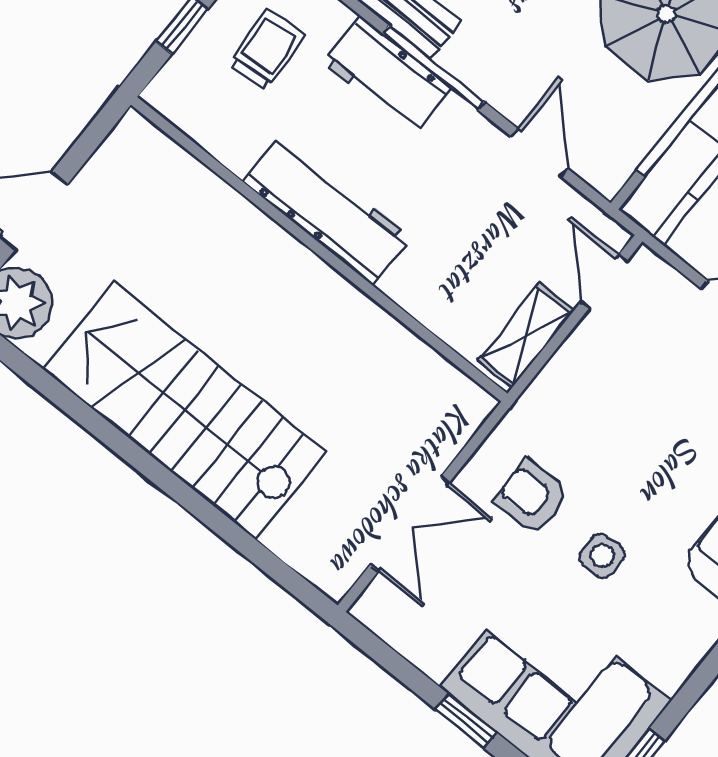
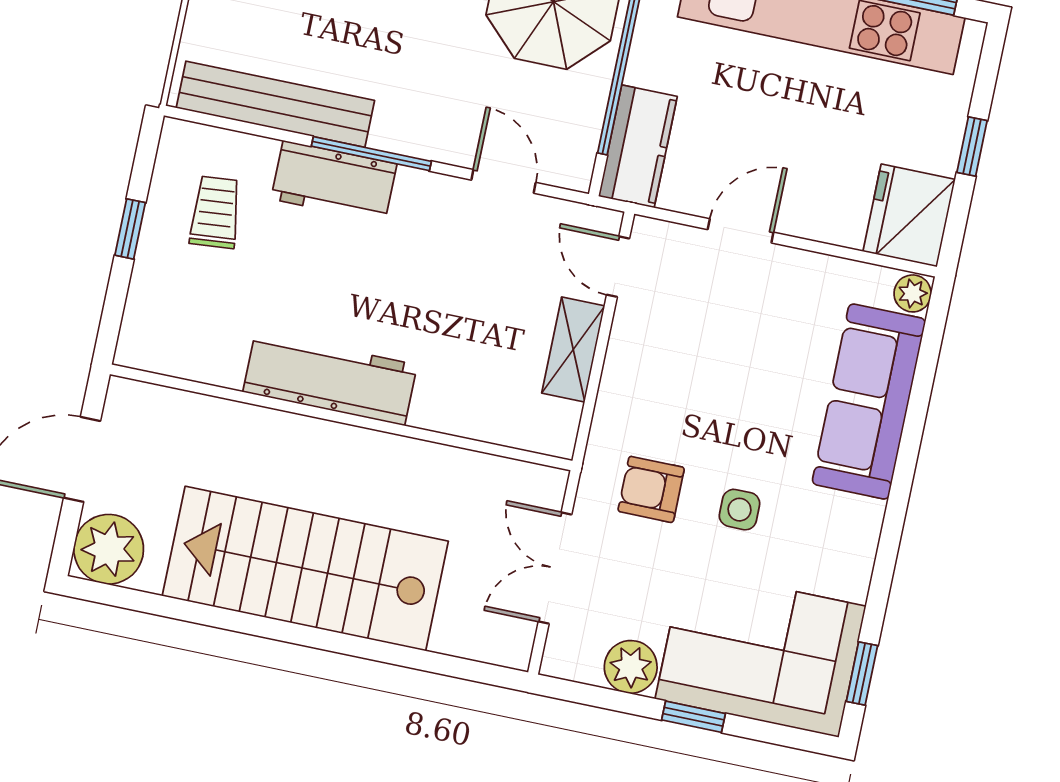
workbench: (327, 209) -> (330, 378), moved
wall: (319, 249) -> (341, 417), moved
double door: (410, 524) -> (555, 568), swing flipped
plant: (432, 647) -> (631, 667), added

